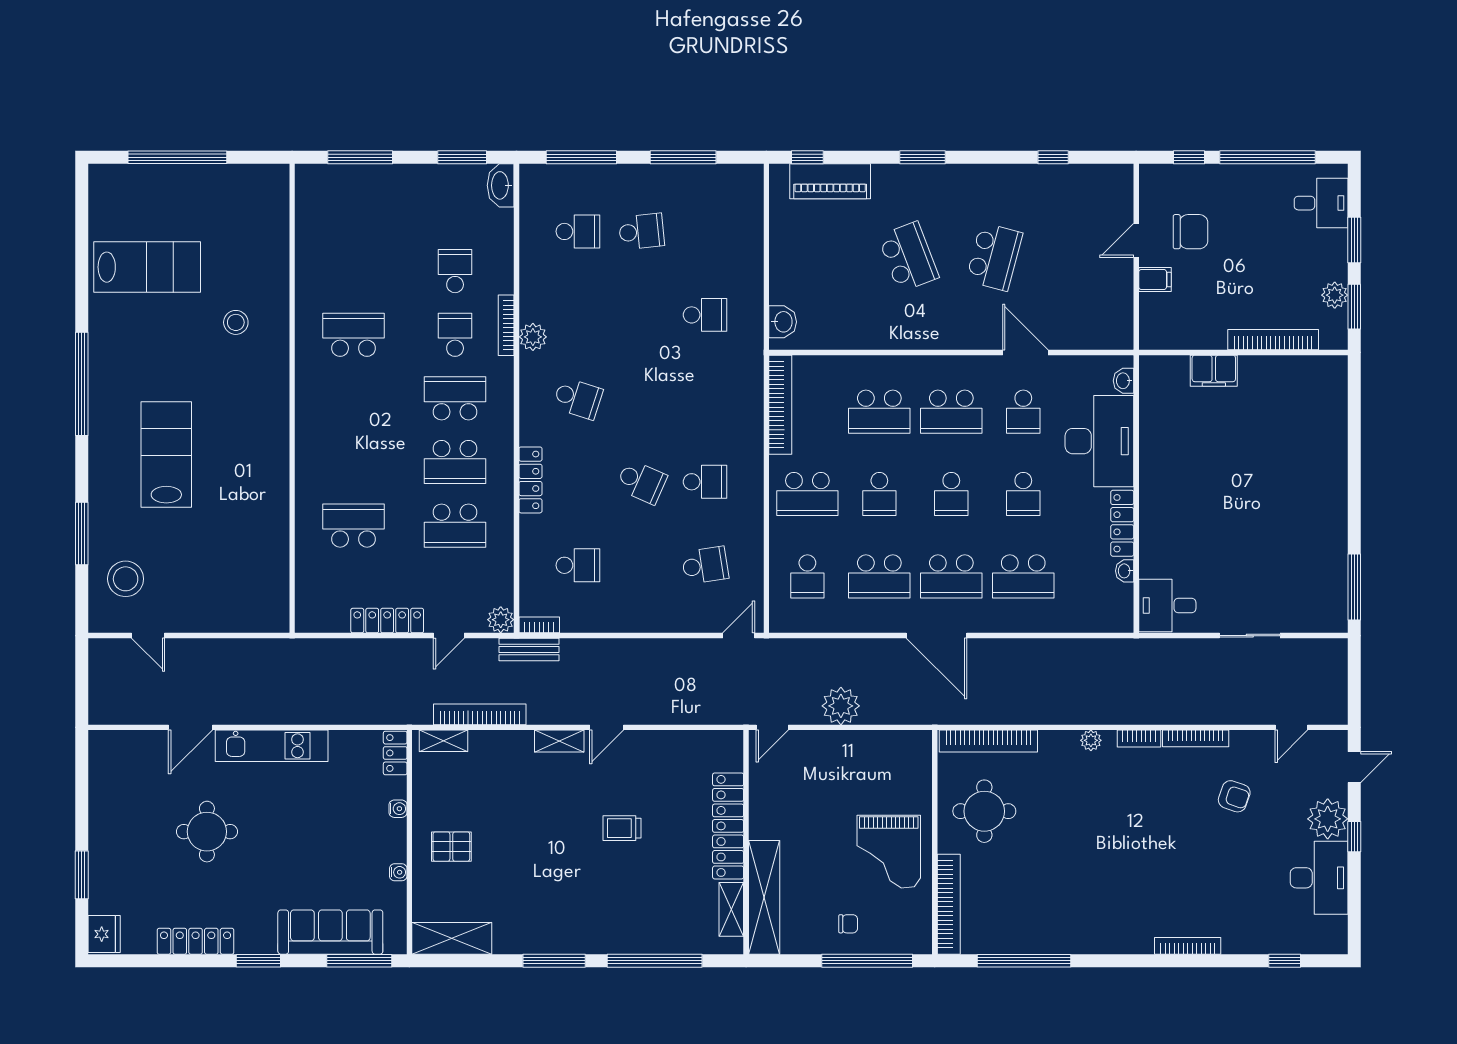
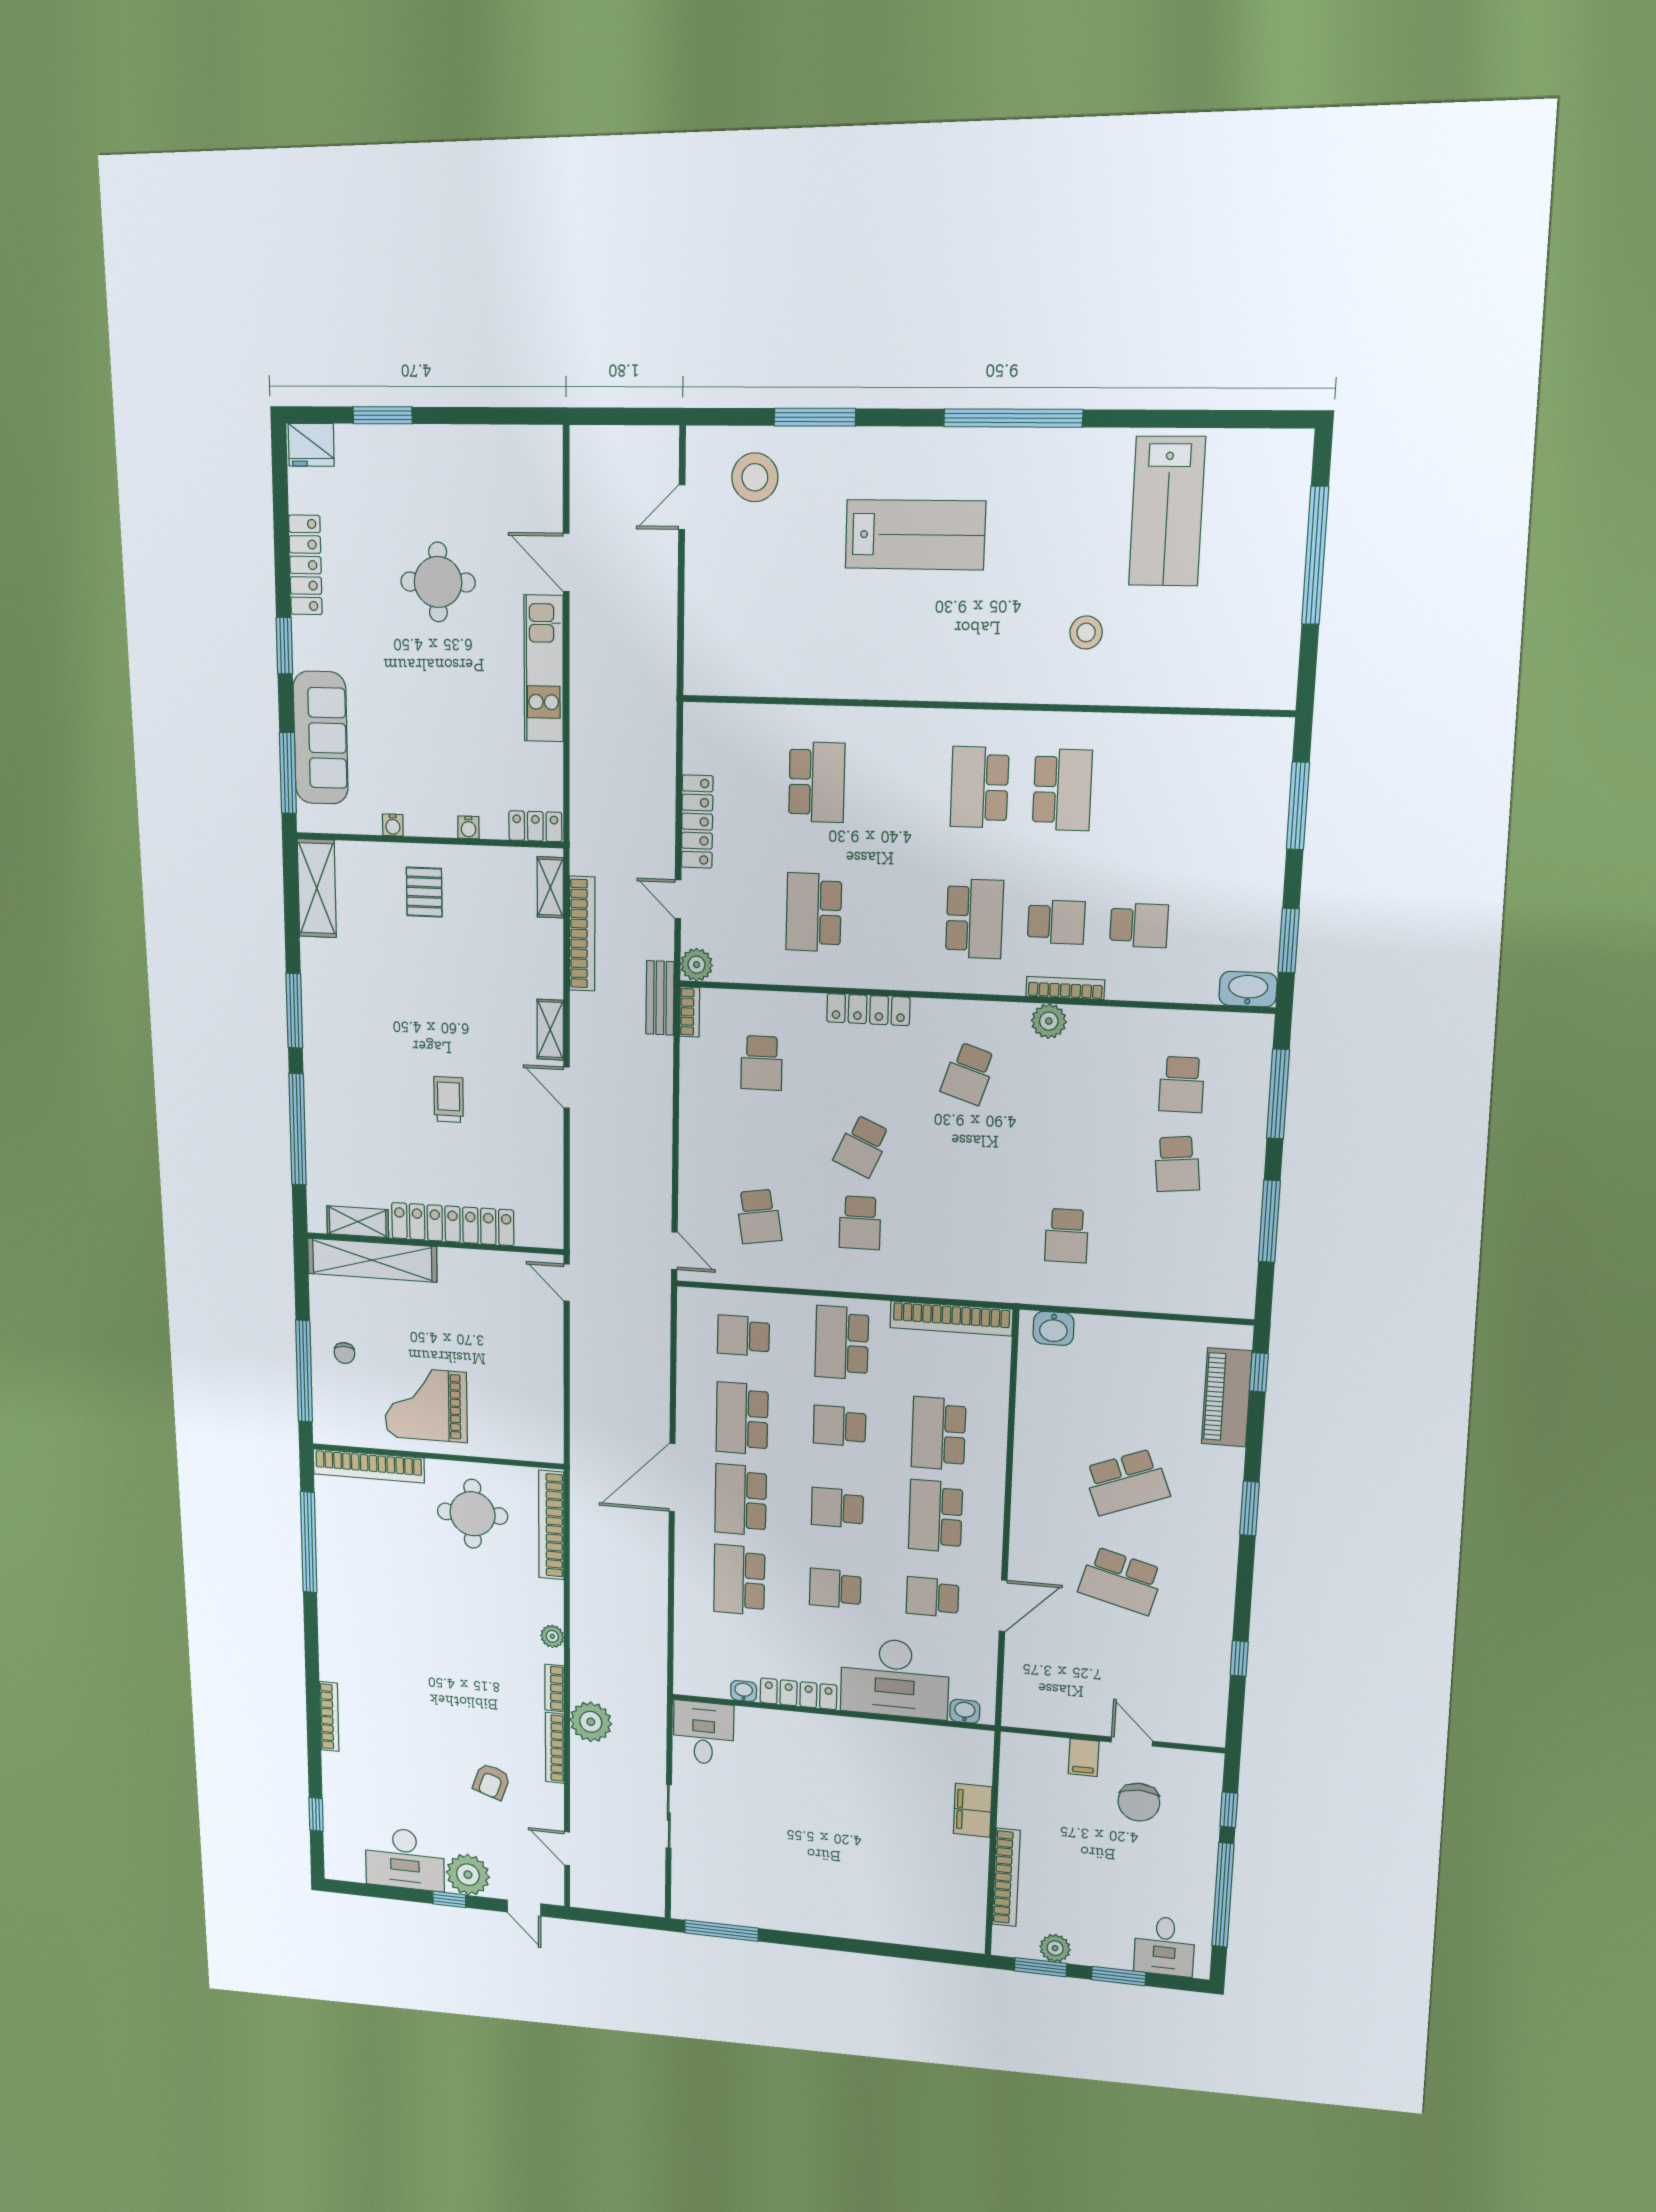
school desk: (455, 462) -> (979, 787), moved
plant: (841, 706) -> (591, 1722), moved

